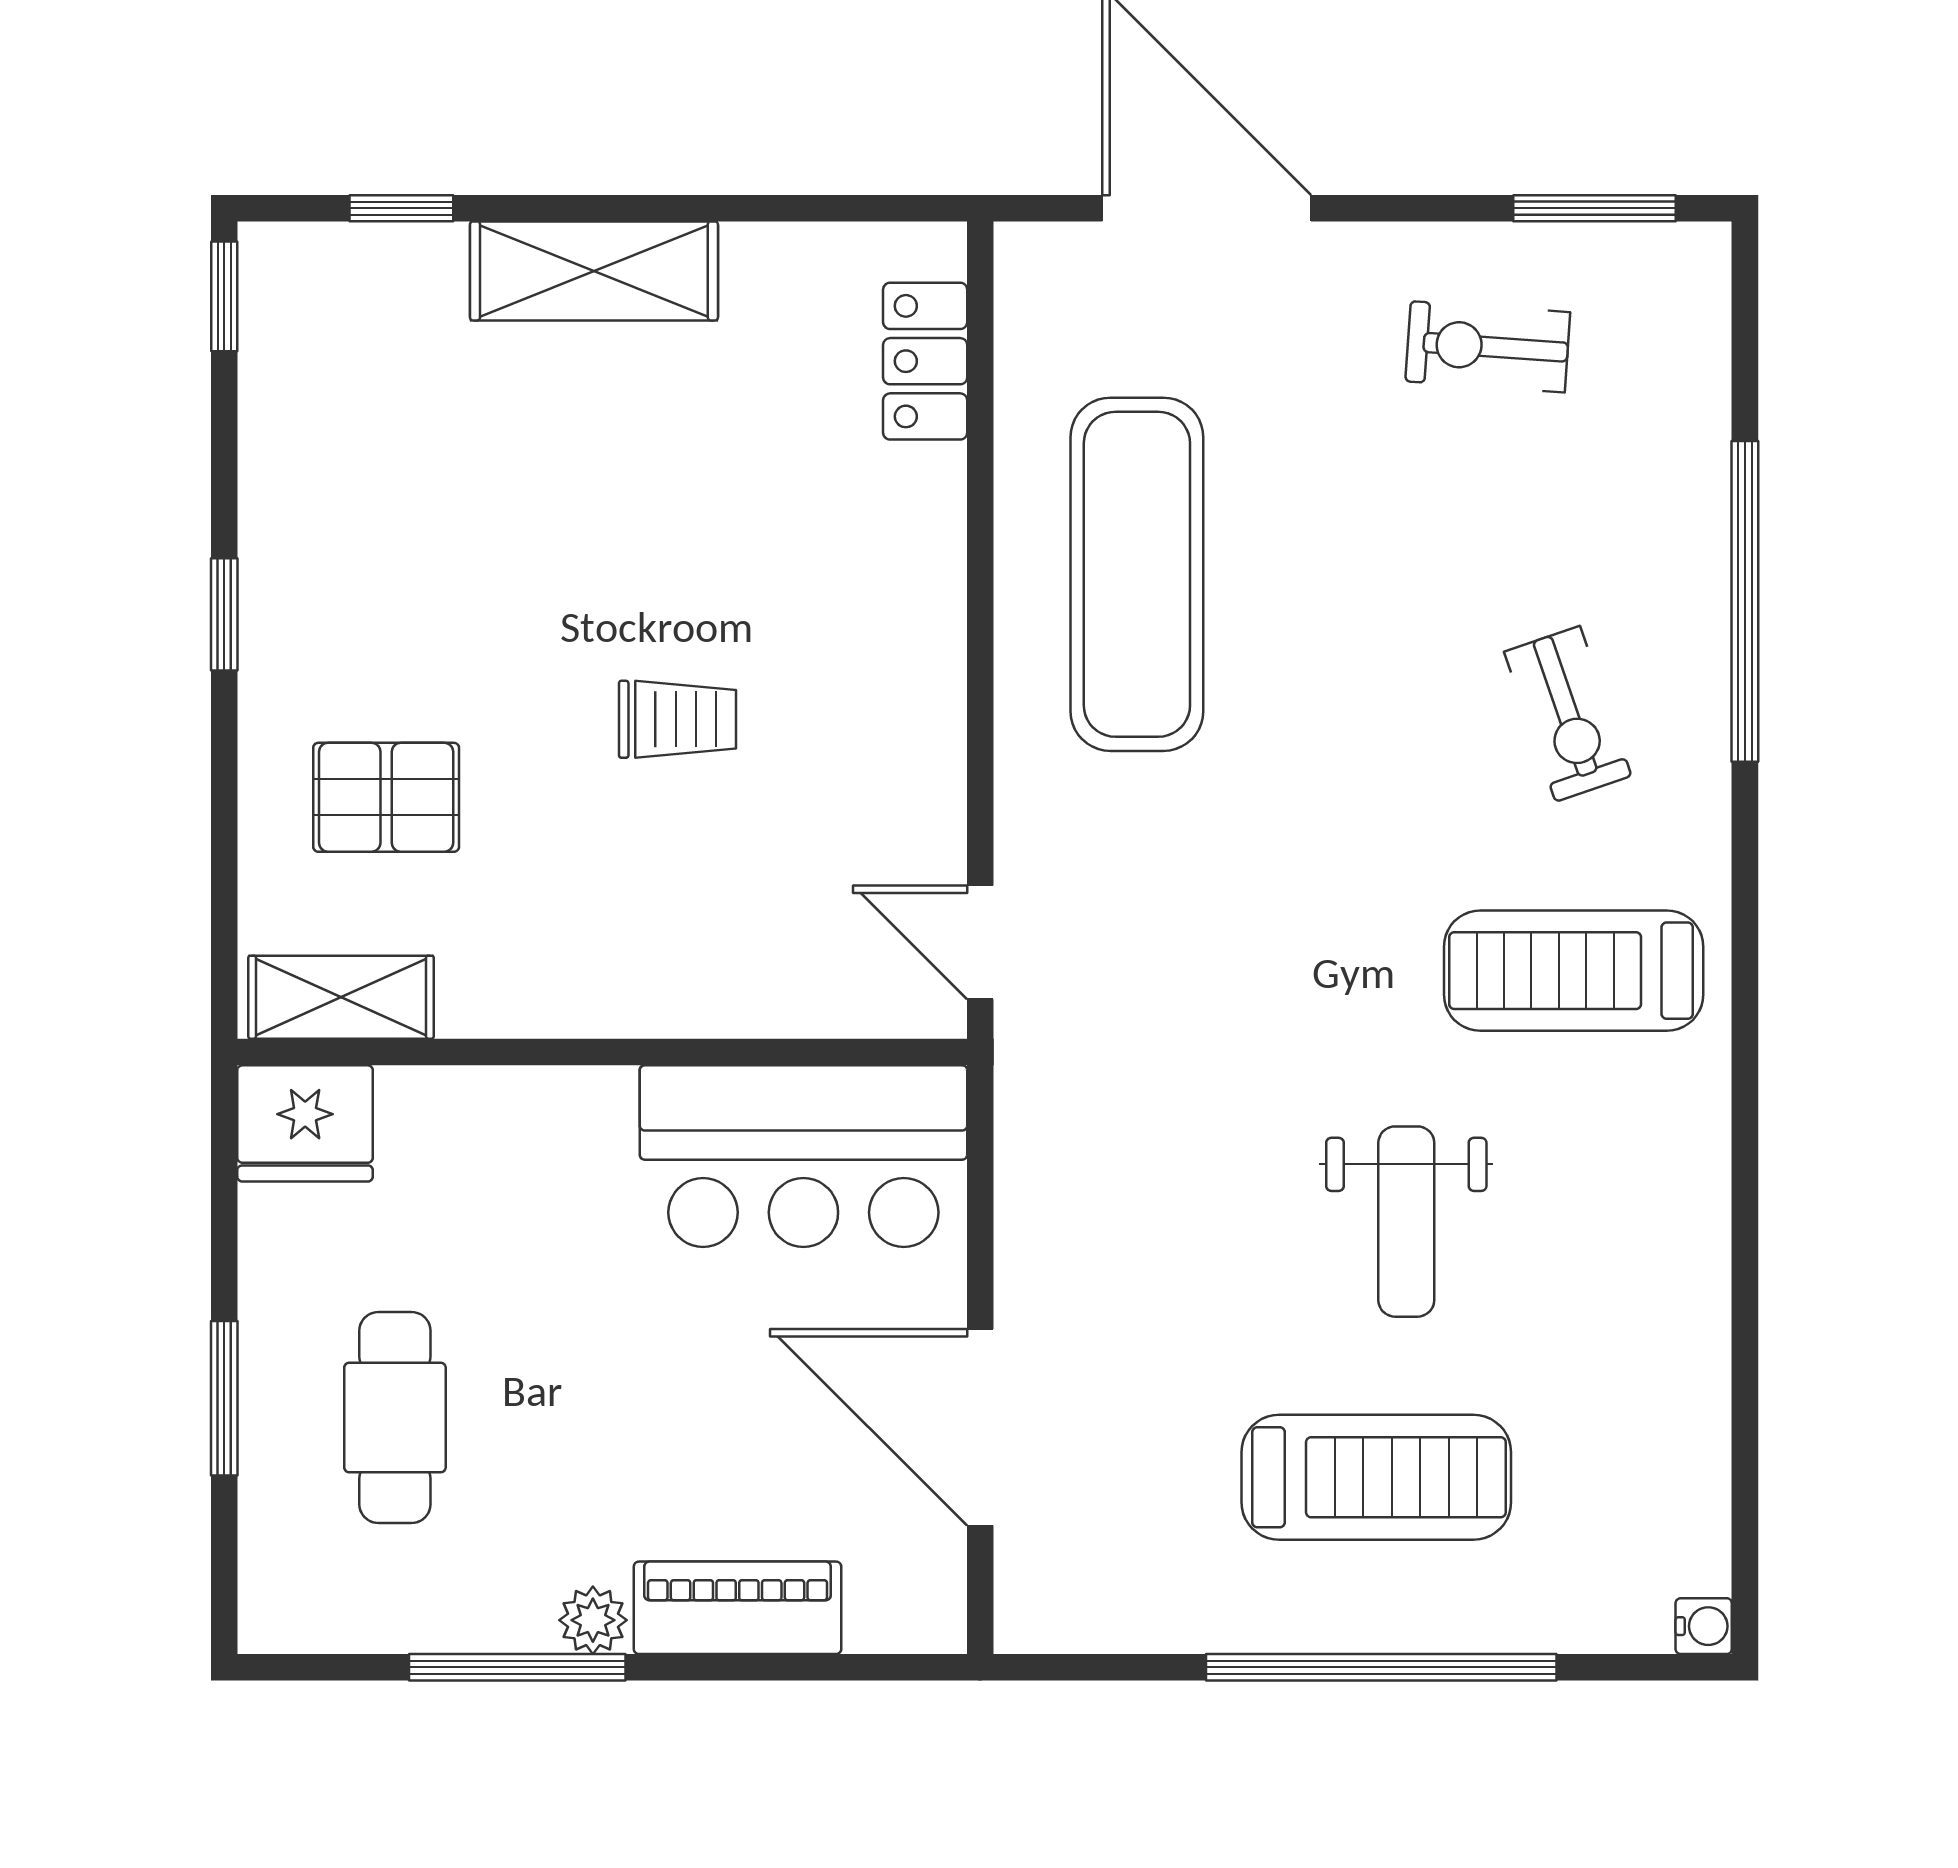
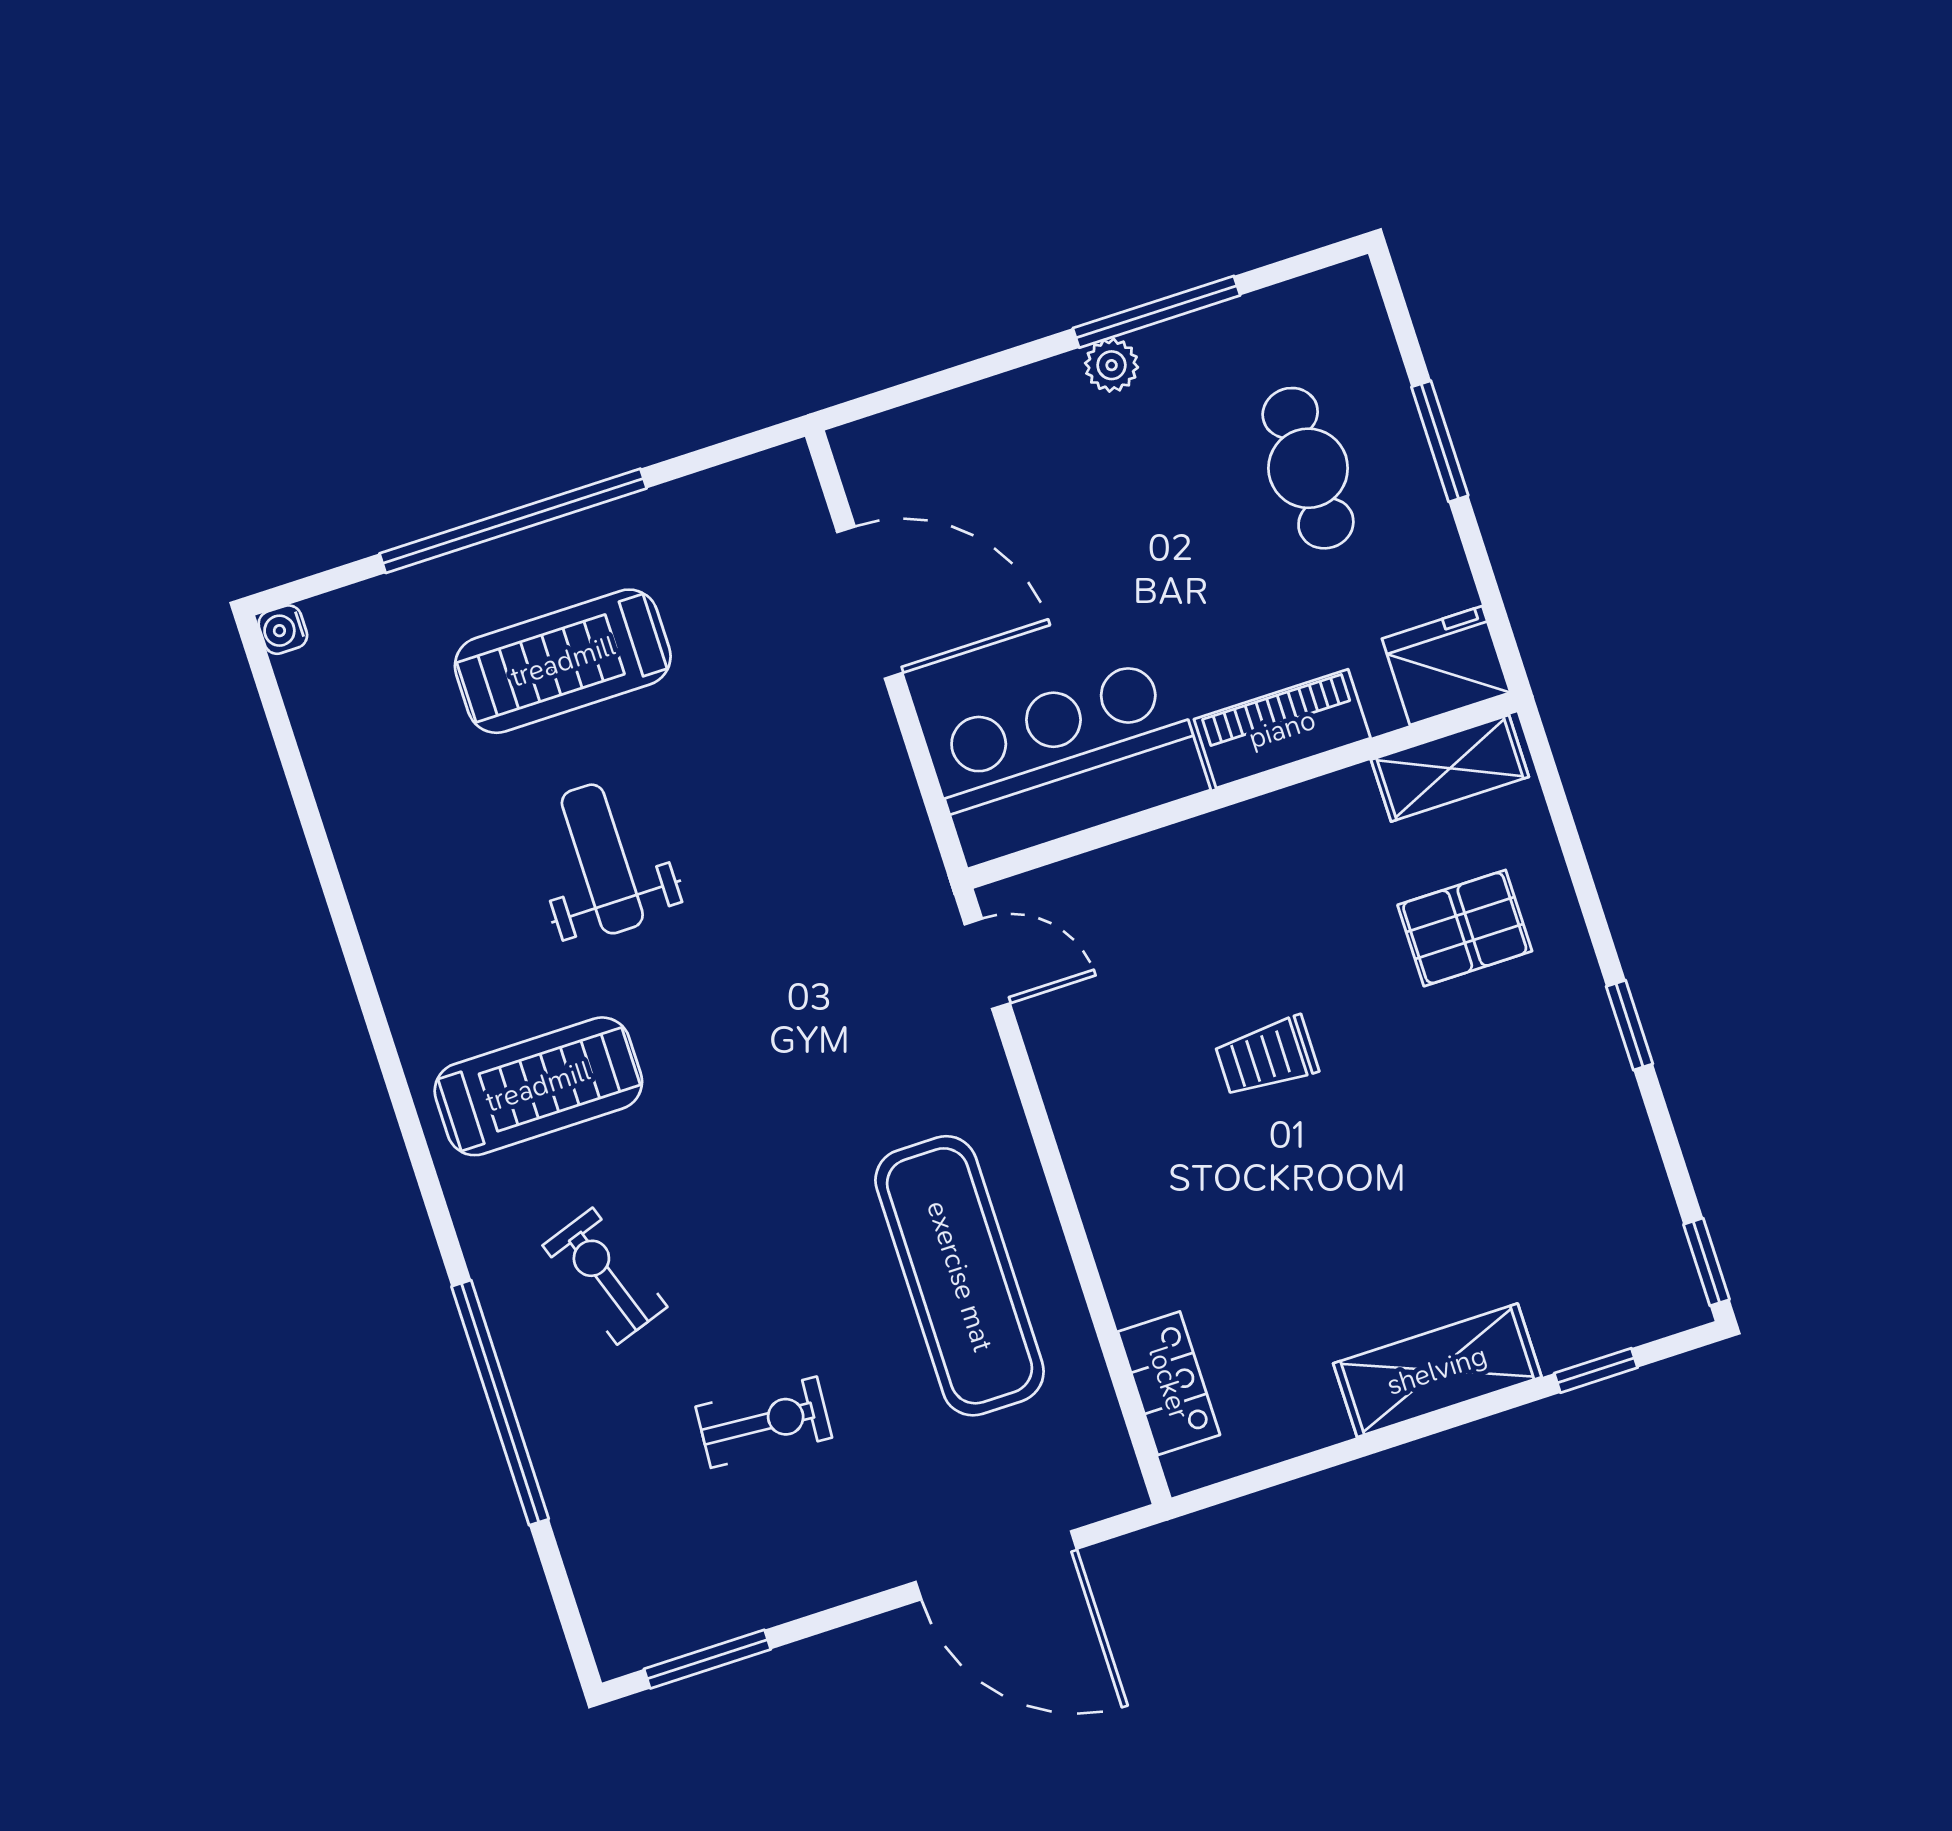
exercise bike: (1488, 347) -> (764, 1422), moved
piano: (738, 1608) -> (1282, 729), moved, turned 180

